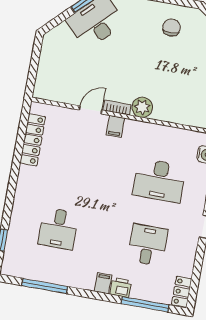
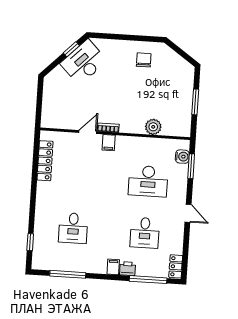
plant: (142, 107) -> (153, 127), moved
desk: (148, 245) -> (145, 233), turned 180

